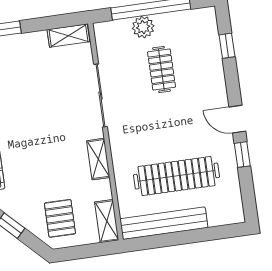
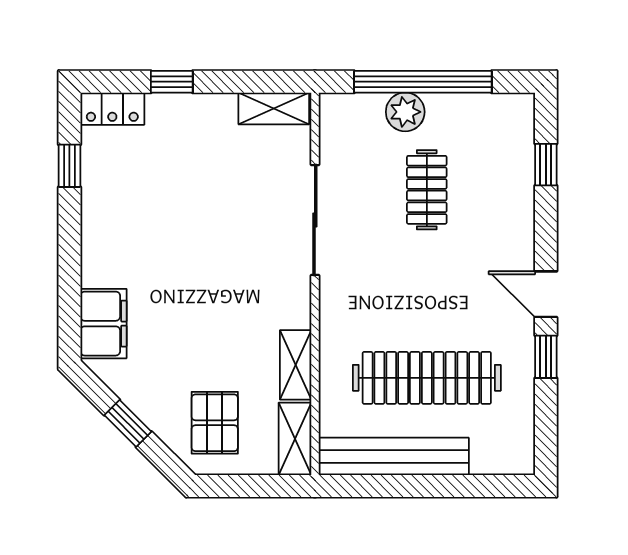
shelving: (98, 159) -> (296, 365), moved

